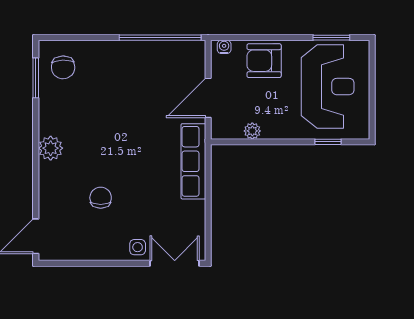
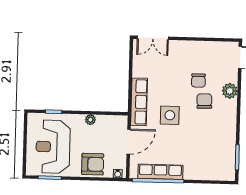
row of seats: (157, 52) -> (160, 172), added
chair: (63, 67) -> (204, 101), moved
plant: (252, 131) -> (90, 120), moved
plant: (51, 148) -> (230, 91), moved
side table: (138, 247) -> (170, 115), moved, width x1.87, depth x1.87

